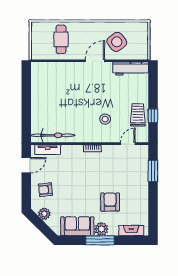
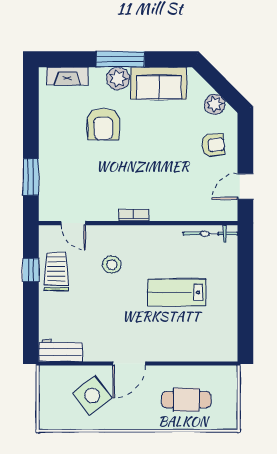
cafe table: (61, 39) -> (186, 400), turned 90
workbench: (131, 69) -> (60, 350), width x0.73
lab bench: (67, 103) -> (177, 292), added
trolley: (138, 115) -> (56, 272), turned 180
bicycle: (53, 135) -> (210, 234), width x0.73, depth x0.71
door: (128, 144) -> (73, 223), hinge flipped
tv unit: (48, 150) -> (209, 213), removed

